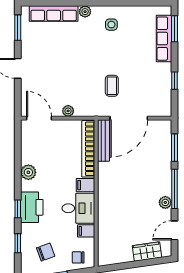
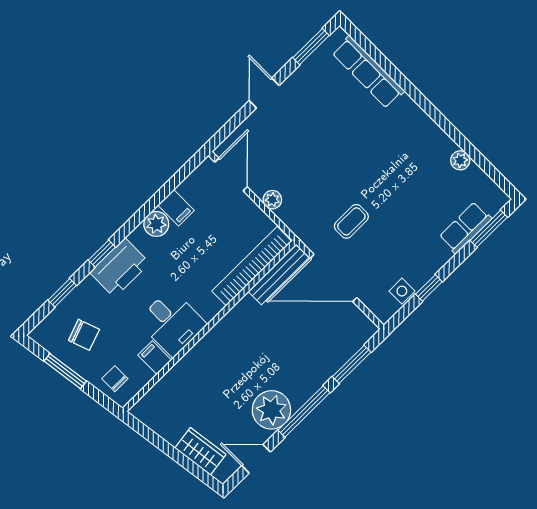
plant: (85, 12) -> (460, 160), moved
side table: (111, 25) -> (402, 291), moved
row of seats: (164, 39) -> (465, 228), width x0.68
filing cabinet: (86, 185) -> (176, 208), moved, turned 180
plant: (165, 202) -> (271, 410), width x1.88, depth x1.88

